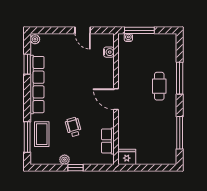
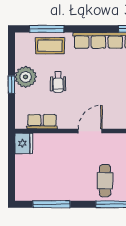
cafe table: (159, 86) -> (105, 181), turned 90
wheelchair: (73, 127) -> (58, 82), turned 104
plant: (65, 160) -> (26, 77), width x1.87, depth x1.87

